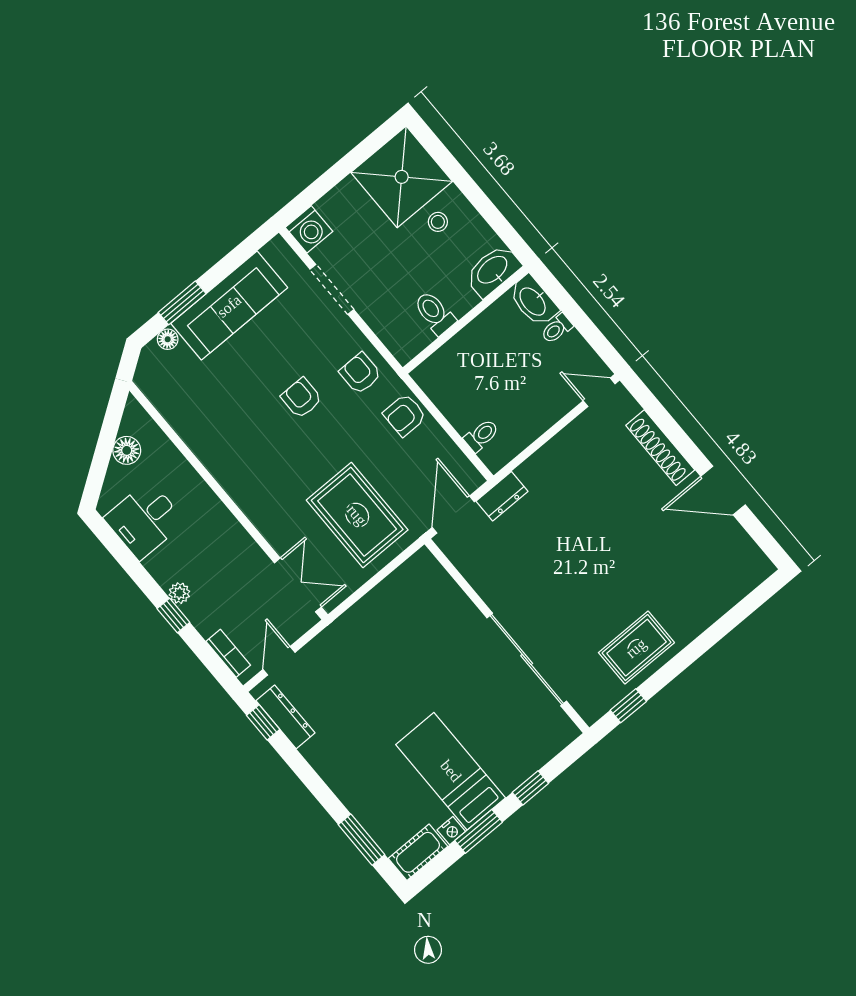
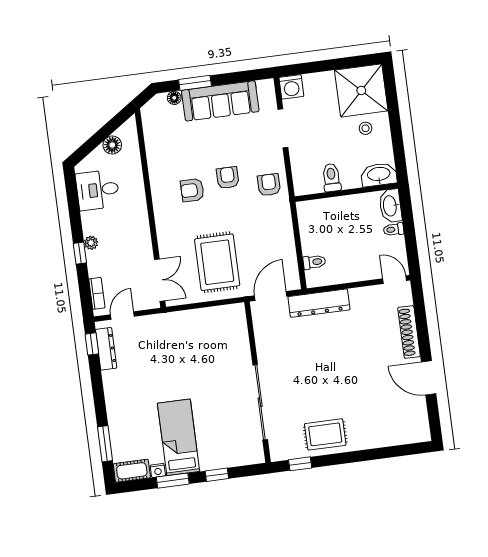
armchair: (405, 415) -> (192, 190), moved
dresser: (502, 496) -> (319, 303), width x1.96, depth x1.24

